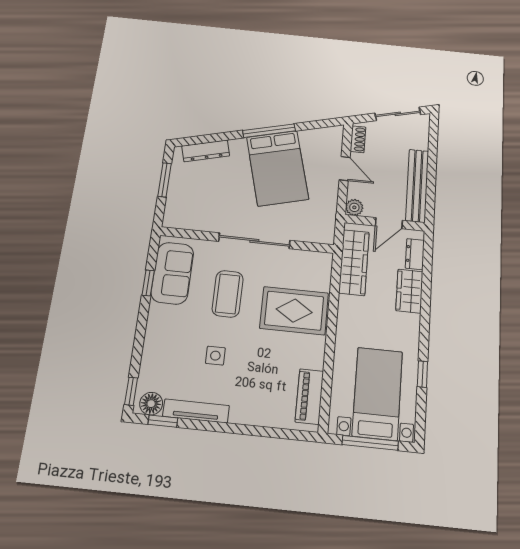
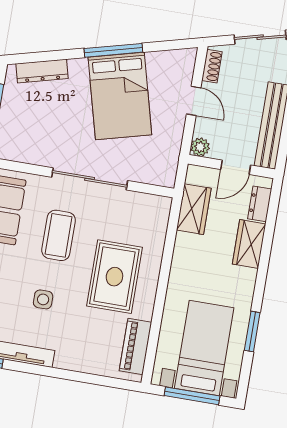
wardrobe: (354, 262) -> (194, 209), width x0.67
rug: (294, 311) -> (114, 277), moved, turned 90
window: (422, 374) -> (252, 332), width x1.50

